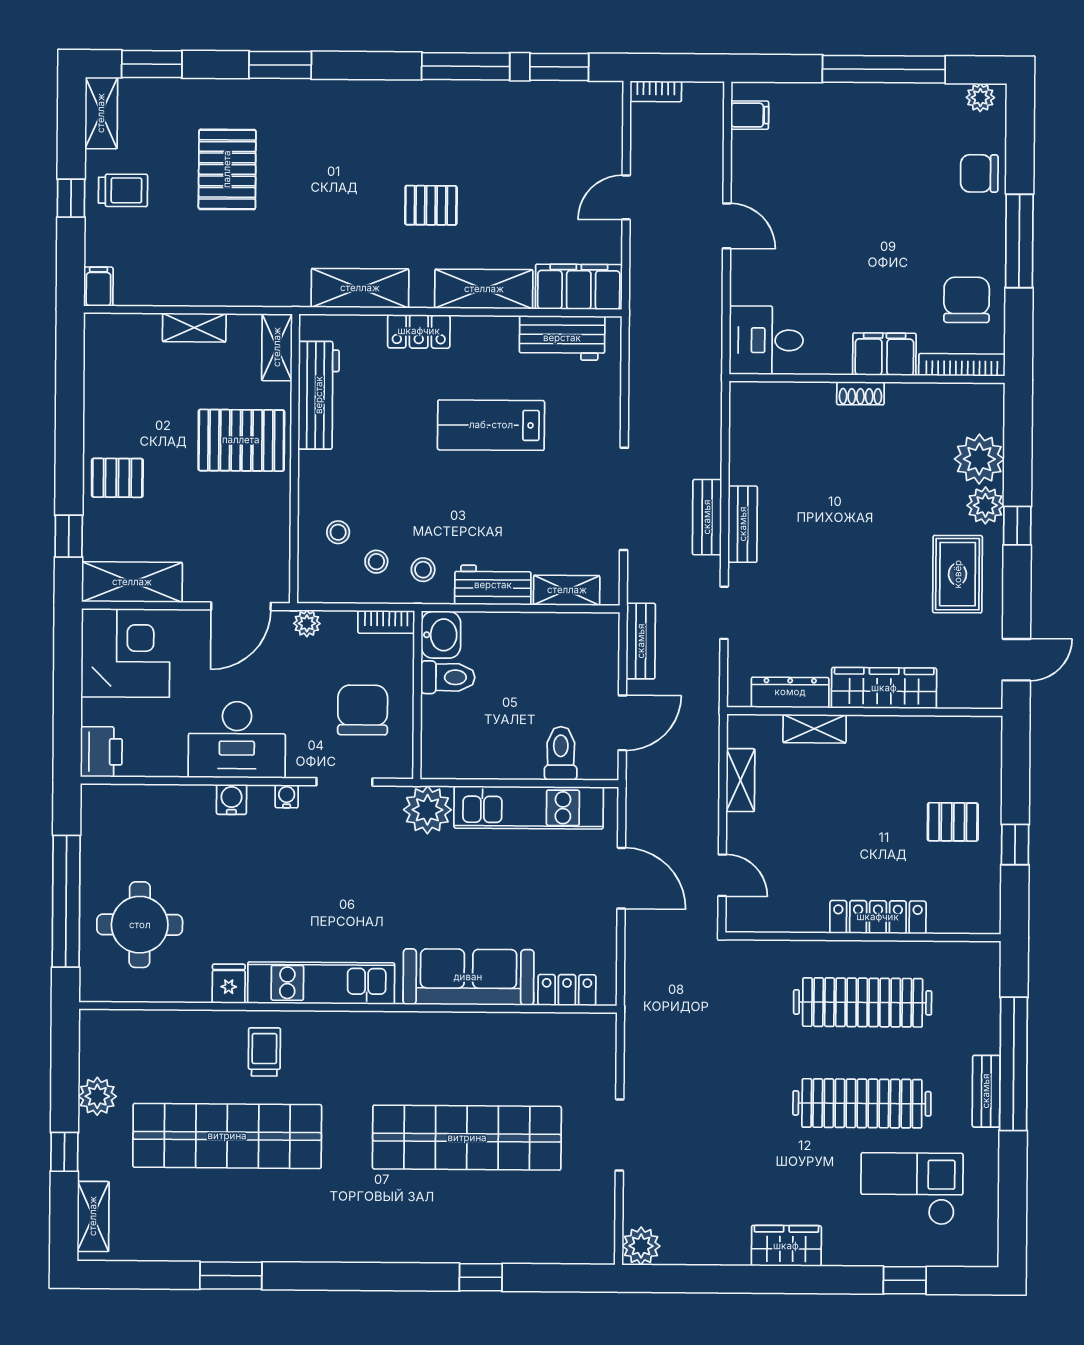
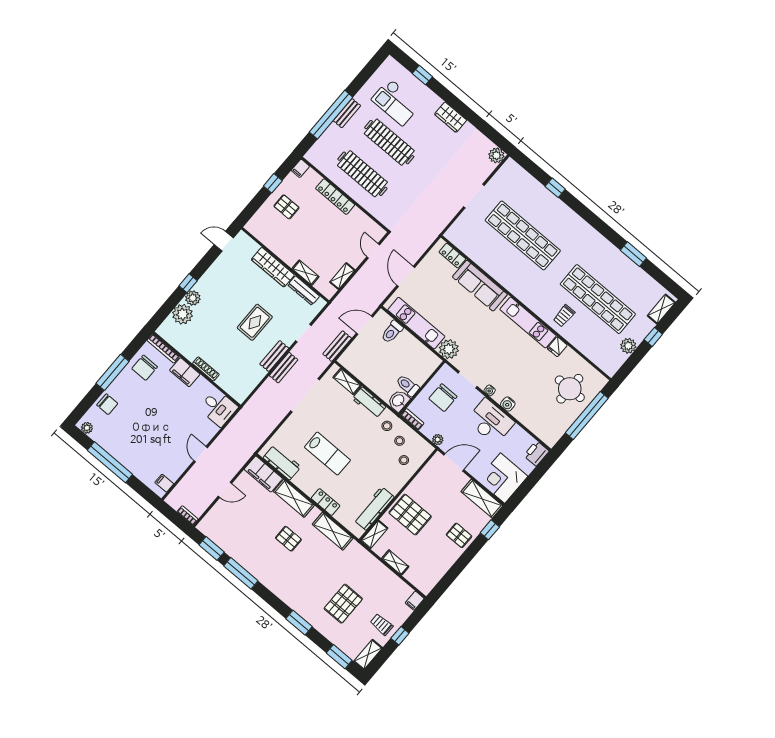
shoe rack: (860, 393) -> (206, 369), width x1.43
rug: (958, 574) -> (255, 322), moved
filing cabinet: (987, 916) -> (300, 168), added

